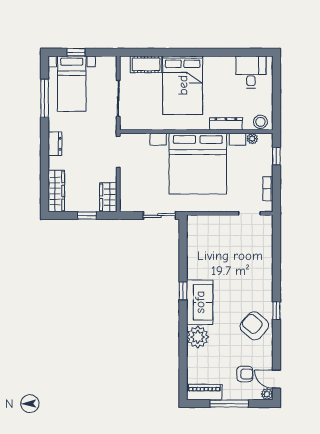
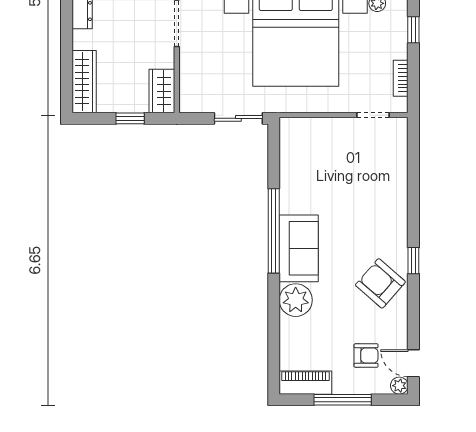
window: (183, 291) -> (274, 231), width x3.17

